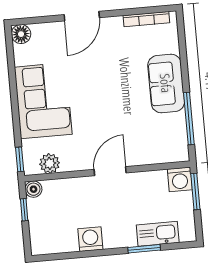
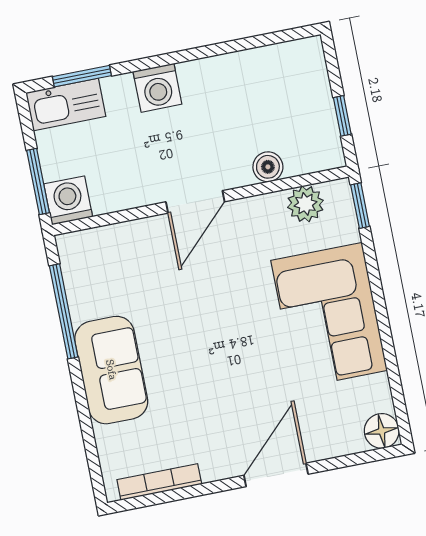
boiler: (33, 189) -> (268, 167), moved
kitchen sink: (158, 234) -> (66, 105), moved
washing machine: (90, 239) -> (157, 88), moved
window: (144, 249) -> (82, 76), moved

